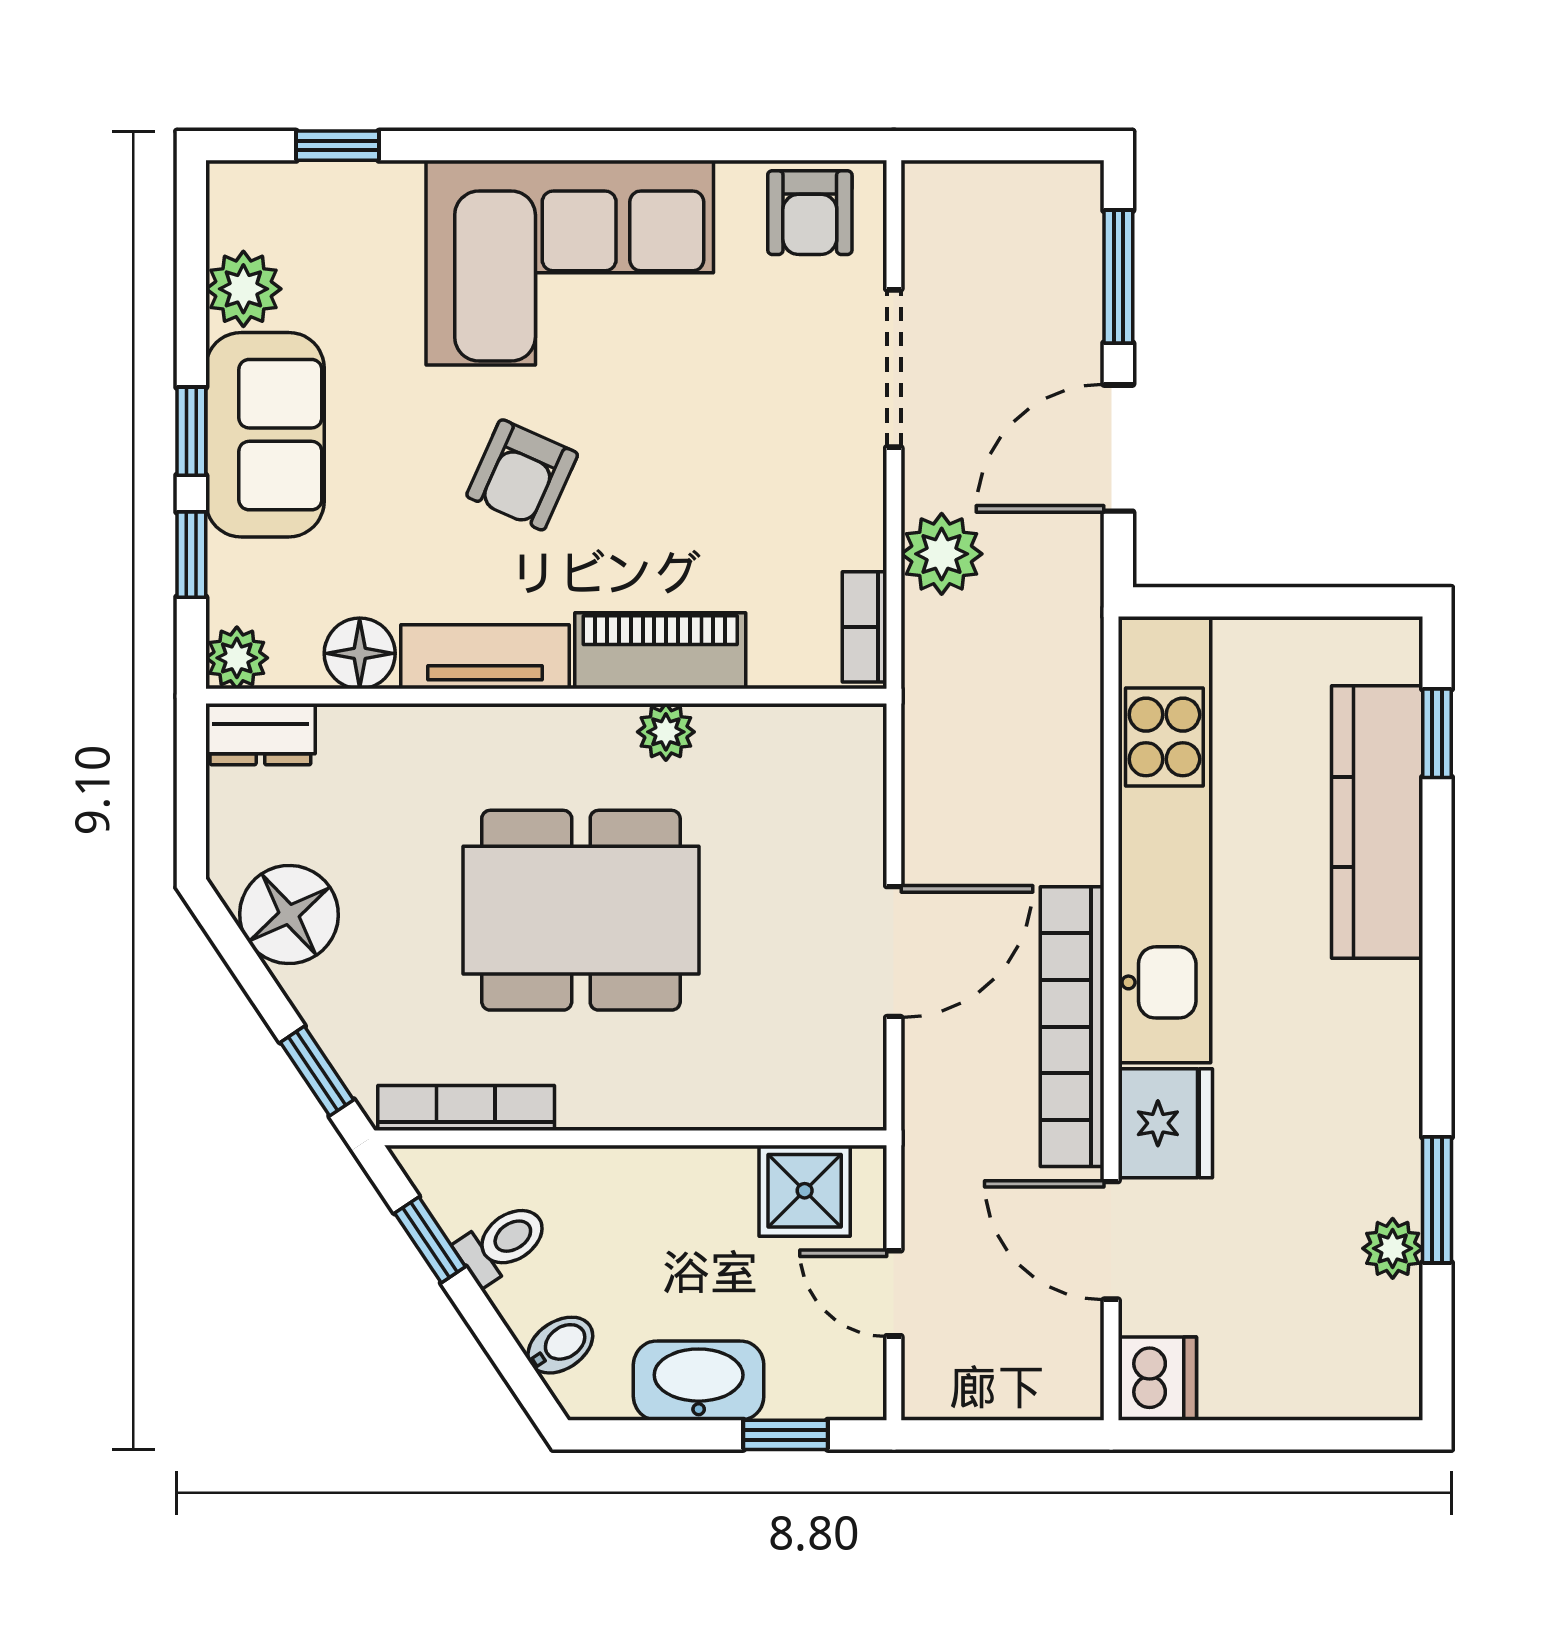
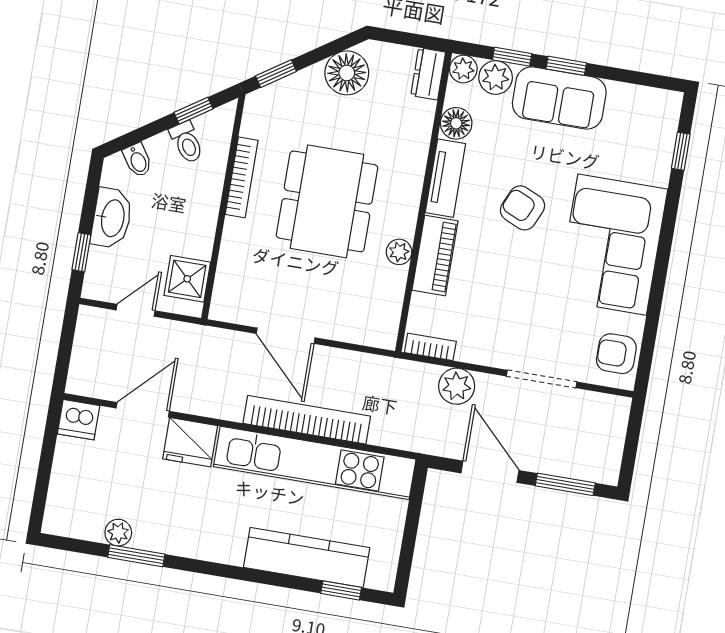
plant: (243, 289) -> (496, 77), moved
bookcase: (1072, 1027) -> (307, 420), moved
bookcase: (466, 1108) -> (242, 177), moved

